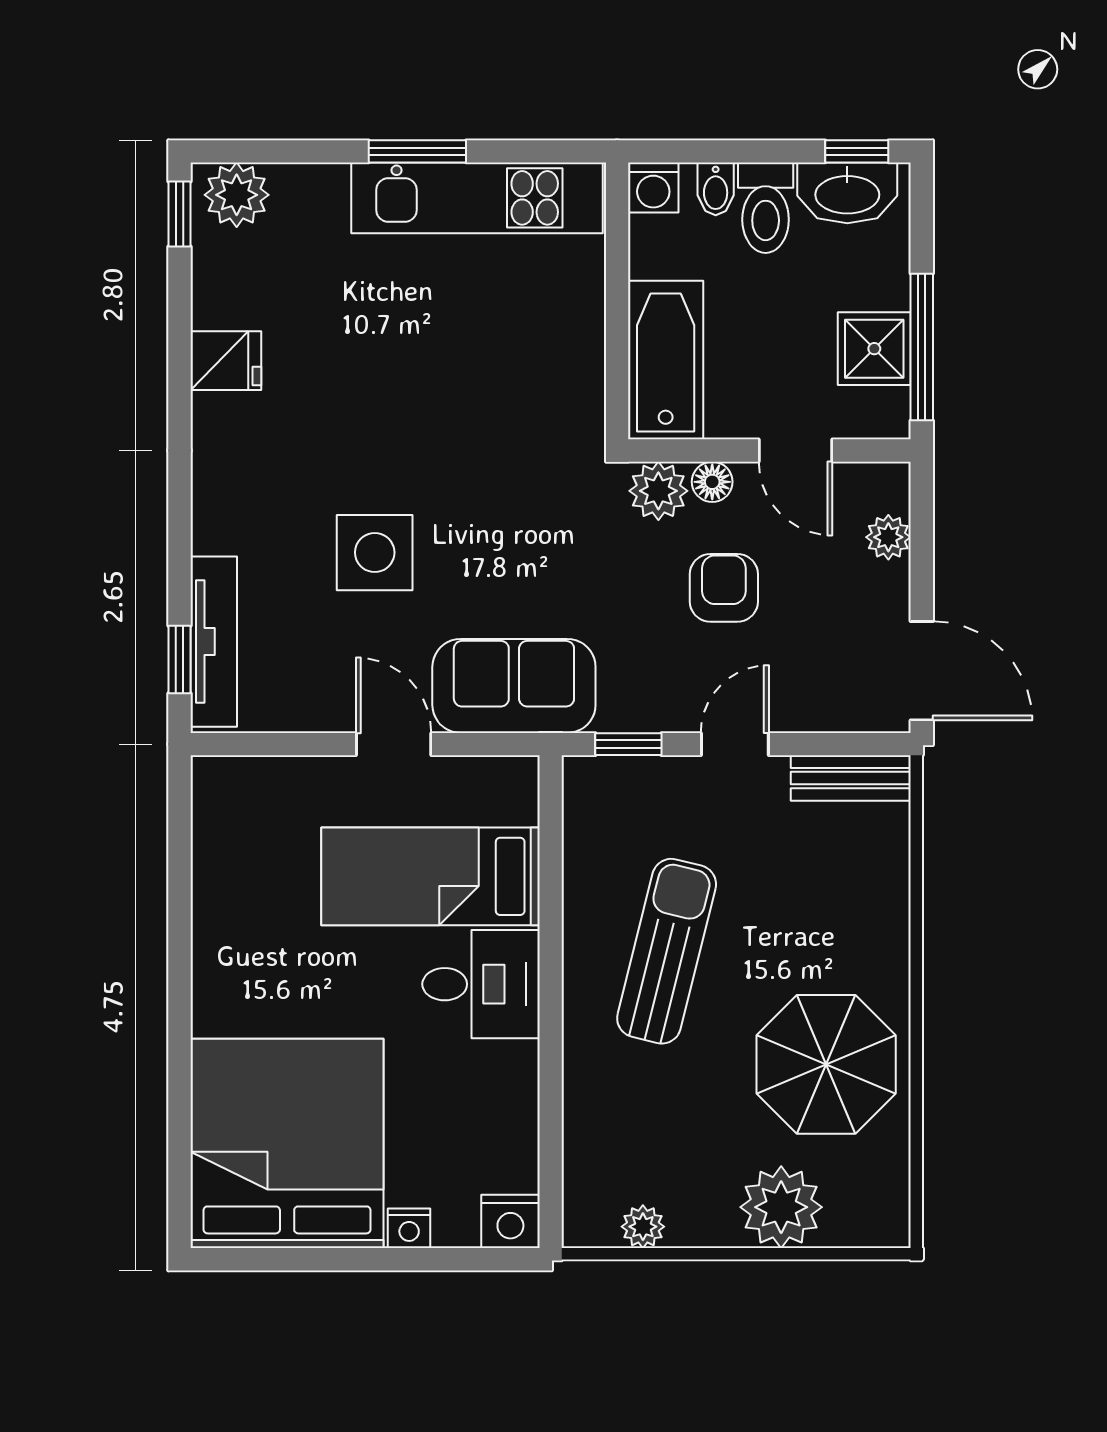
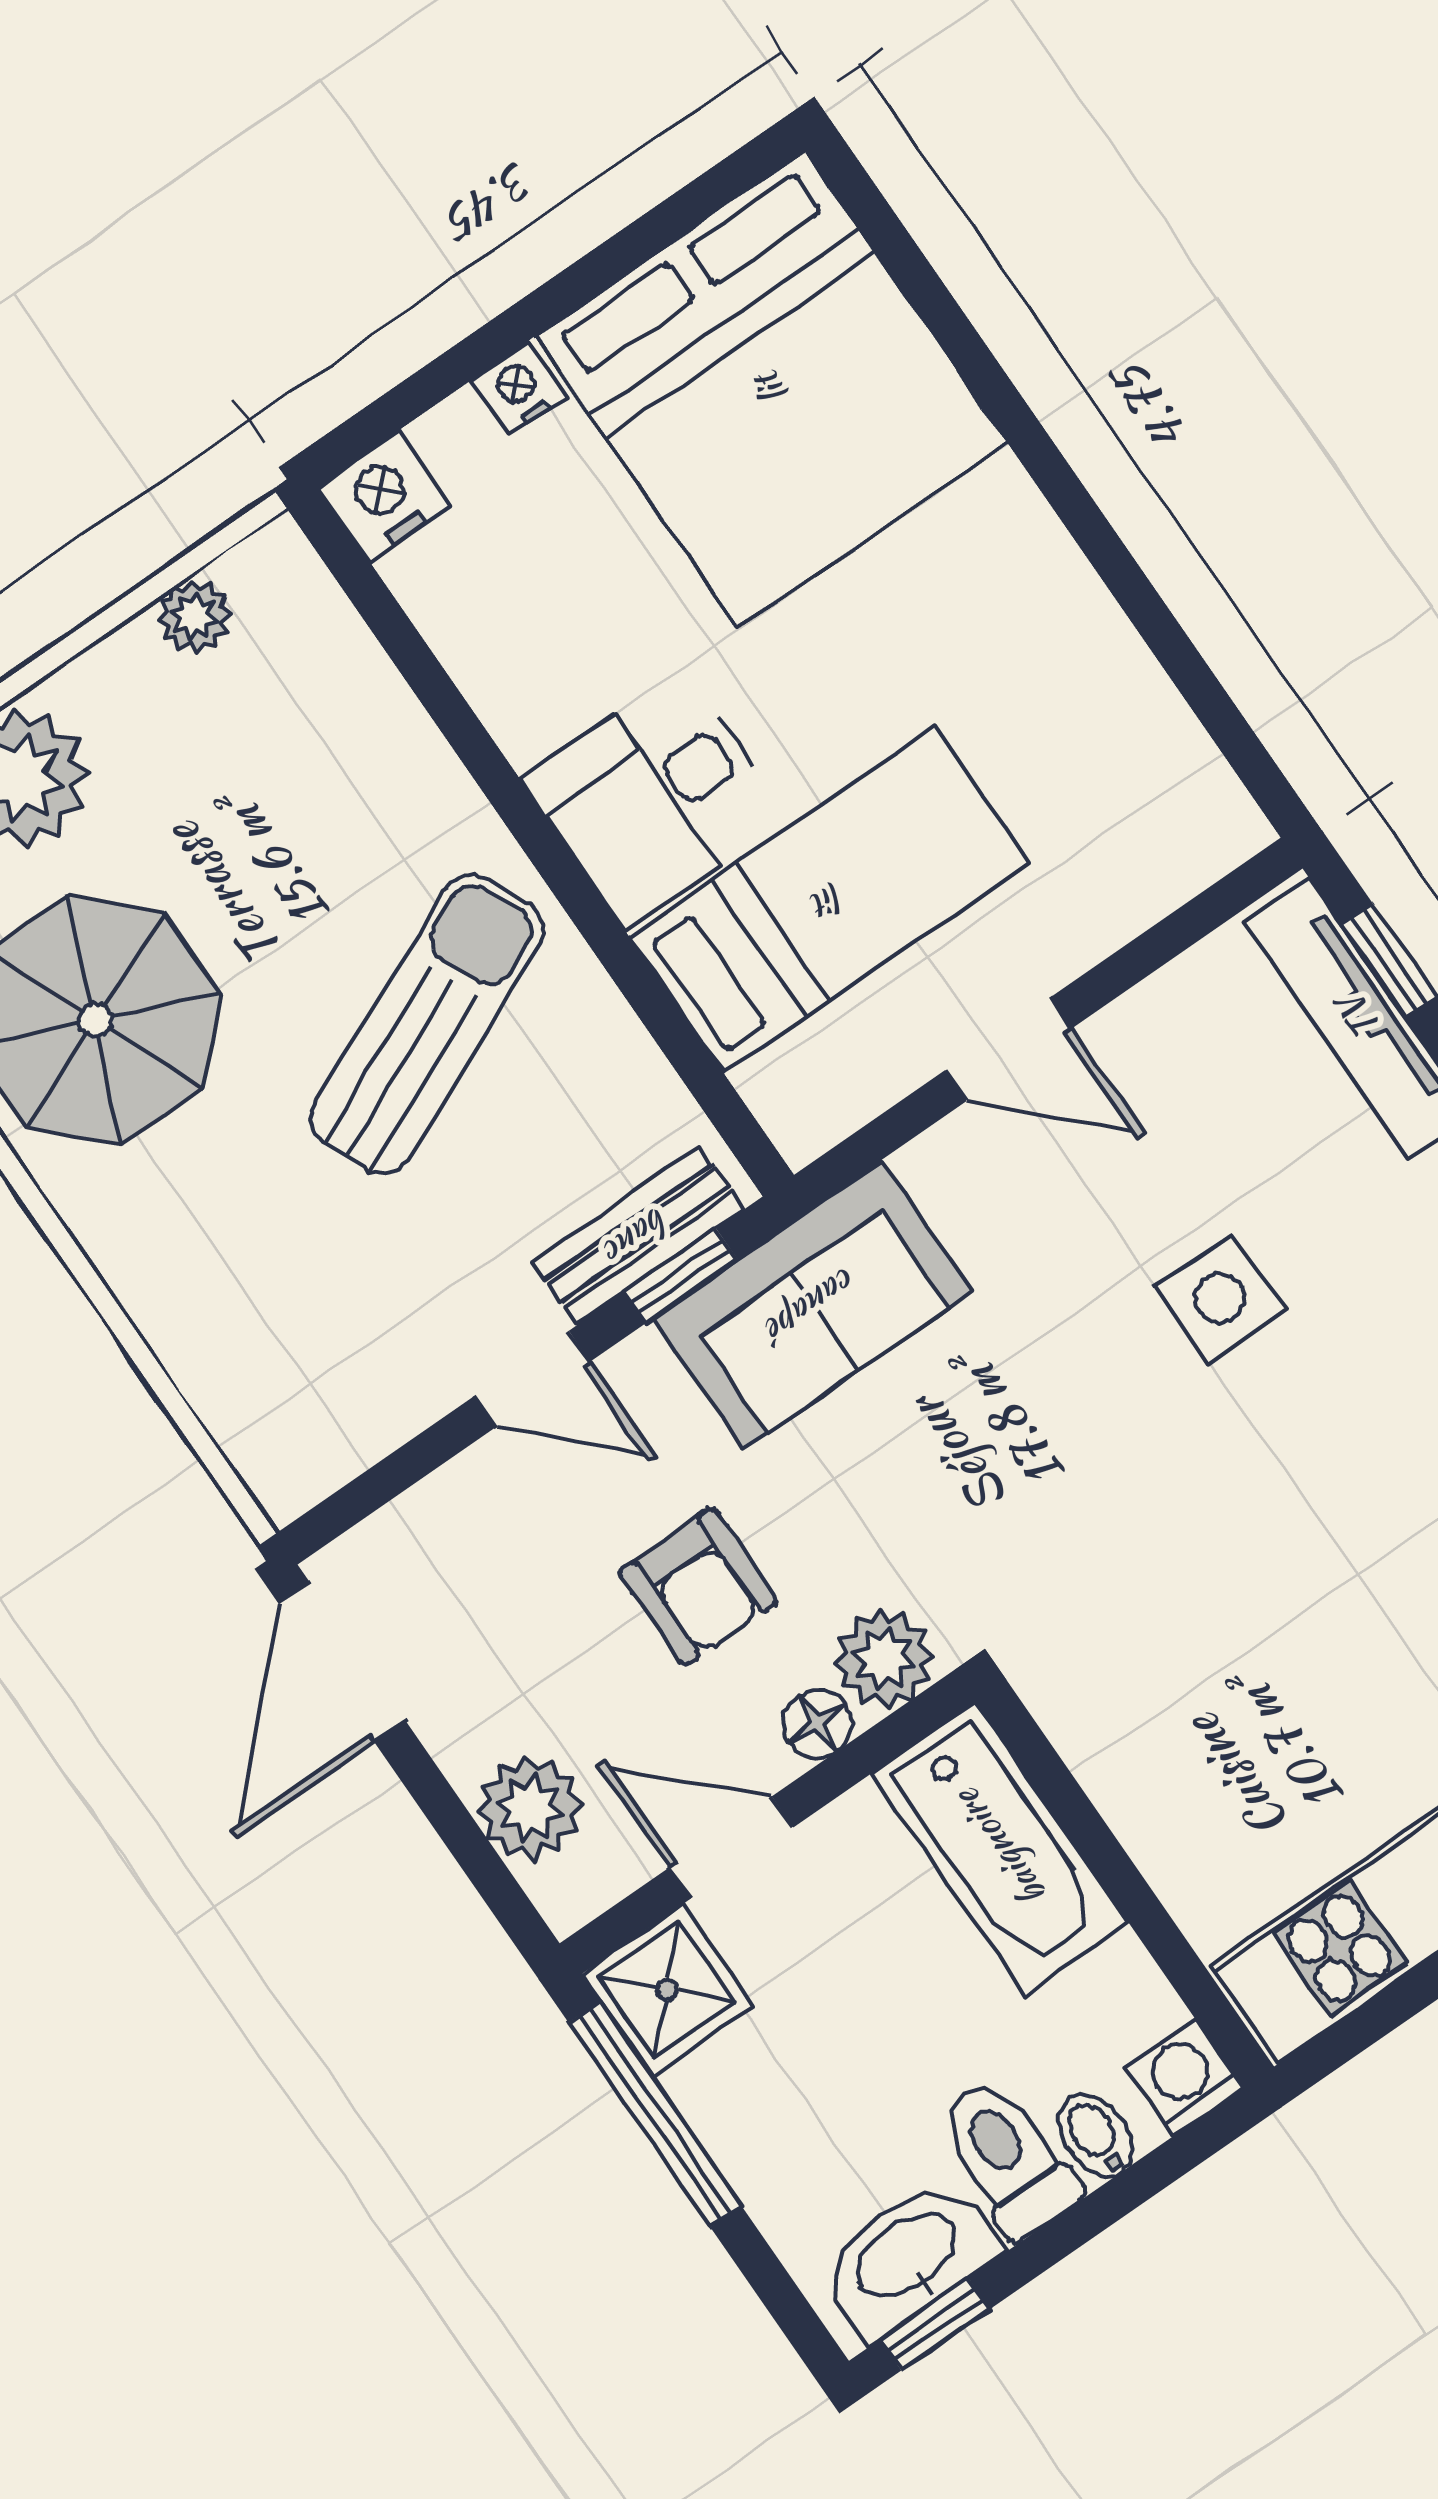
shower: (874, 349) -> (667, 1990), moved
plant: (888, 537) -> (530, 1808), width x1.38, depth x1.38
side table: (375, 553) -> (1220, 1298), width x0.73, depth x0.73
door: (922, 671) -> (342, 1662), hinge flipped
sofa: (514, 686) -> (813, 1305), moved
door: (735, 744) -> (532, 1379), hinge flipped
bench: (851, 778) -> (638, 1236), moved
sun lounger: (667, 951) -> (427, 1024), turned -128

